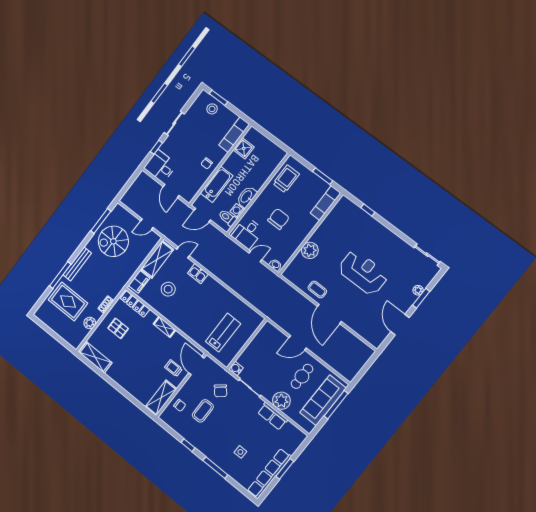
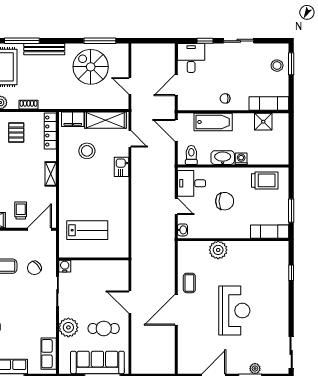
washing machine: (237, 211) -> (241, 159), moved
row of seats: (272, 416) -> (49, 354), moved

